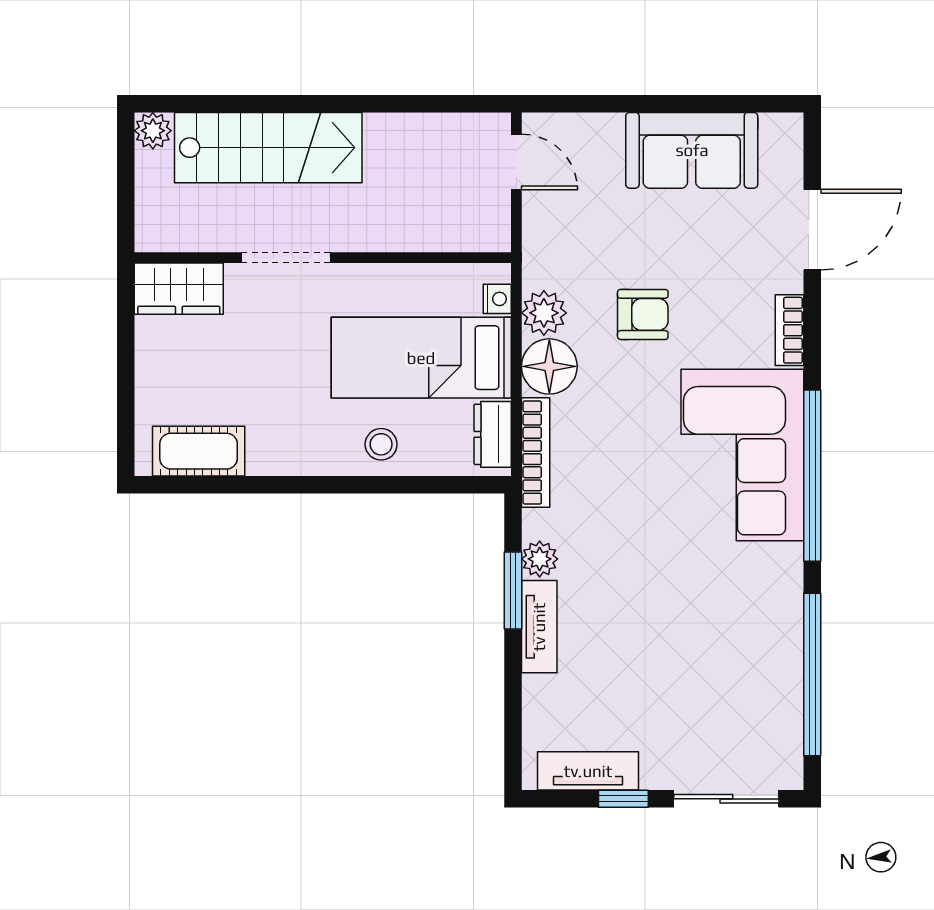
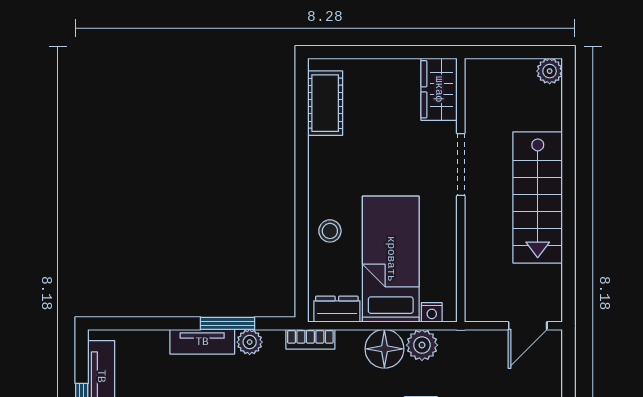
stairs: (268, 148) -> (538, 197), moved
bookcase: (536, 452) -> (310, 339), width x0.64

